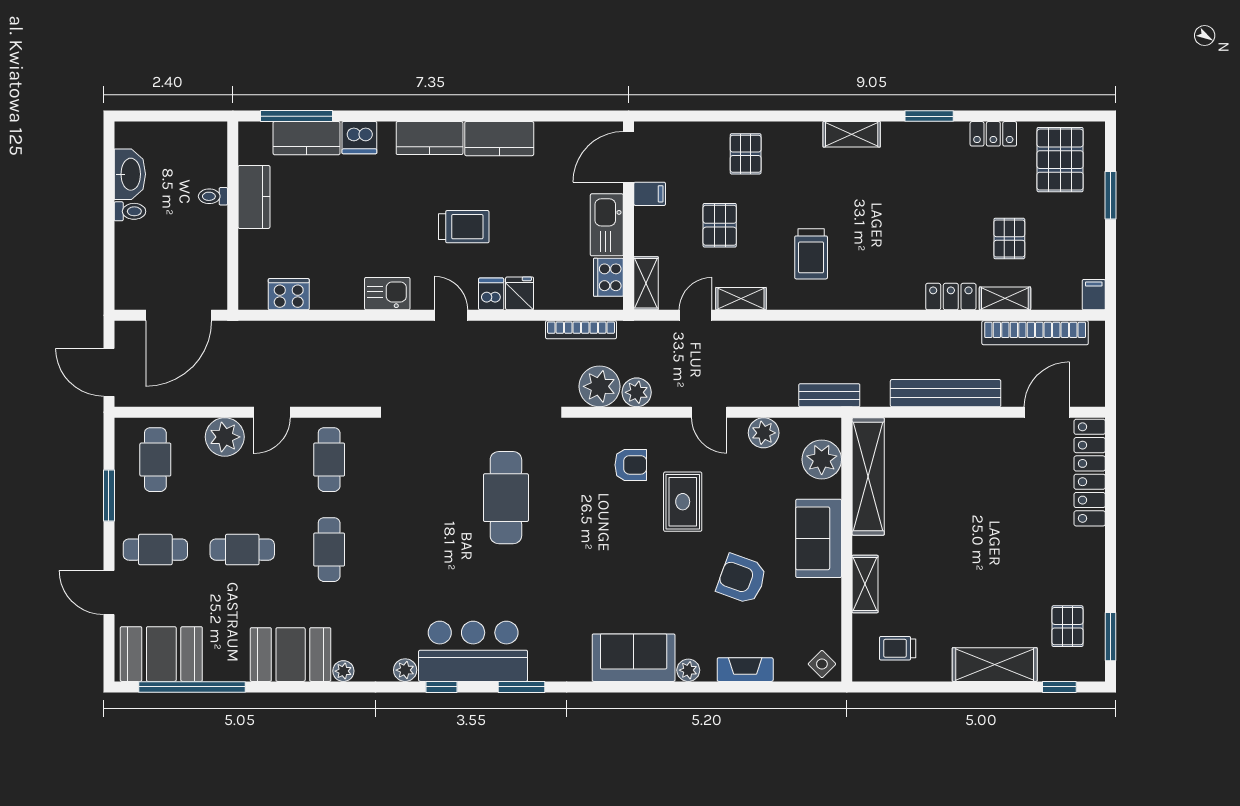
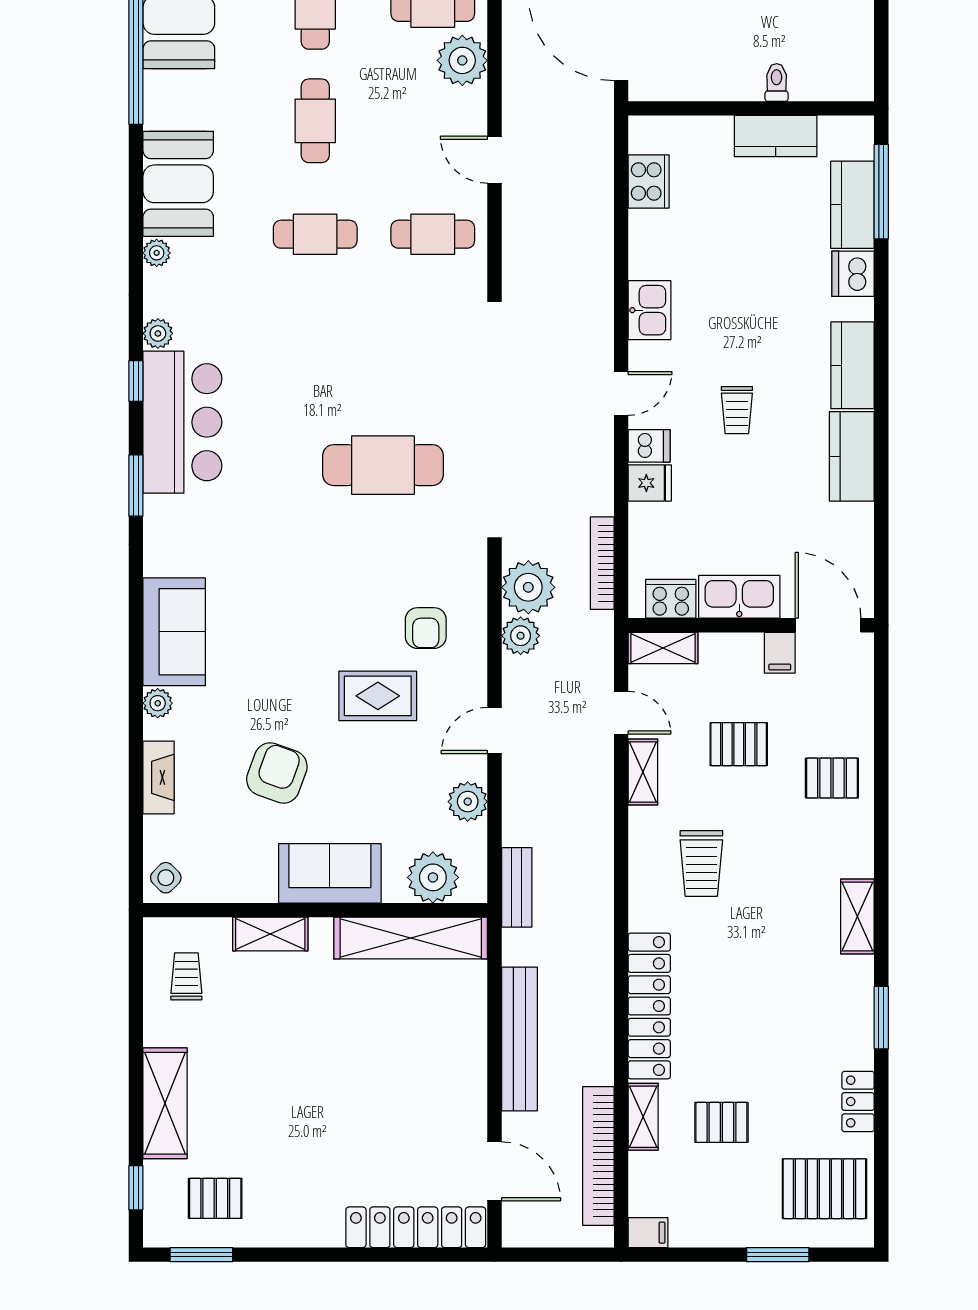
trolley: (464, 227) -> (737, 410), width x0.73, depth x0.72
trolley: (811, 254) -> (701, 864), turned -90
locker: (951, 297) -> (649, 1006), width x2.16, depth x1.21
plant: (225, 437) -> (462, 60), moved

